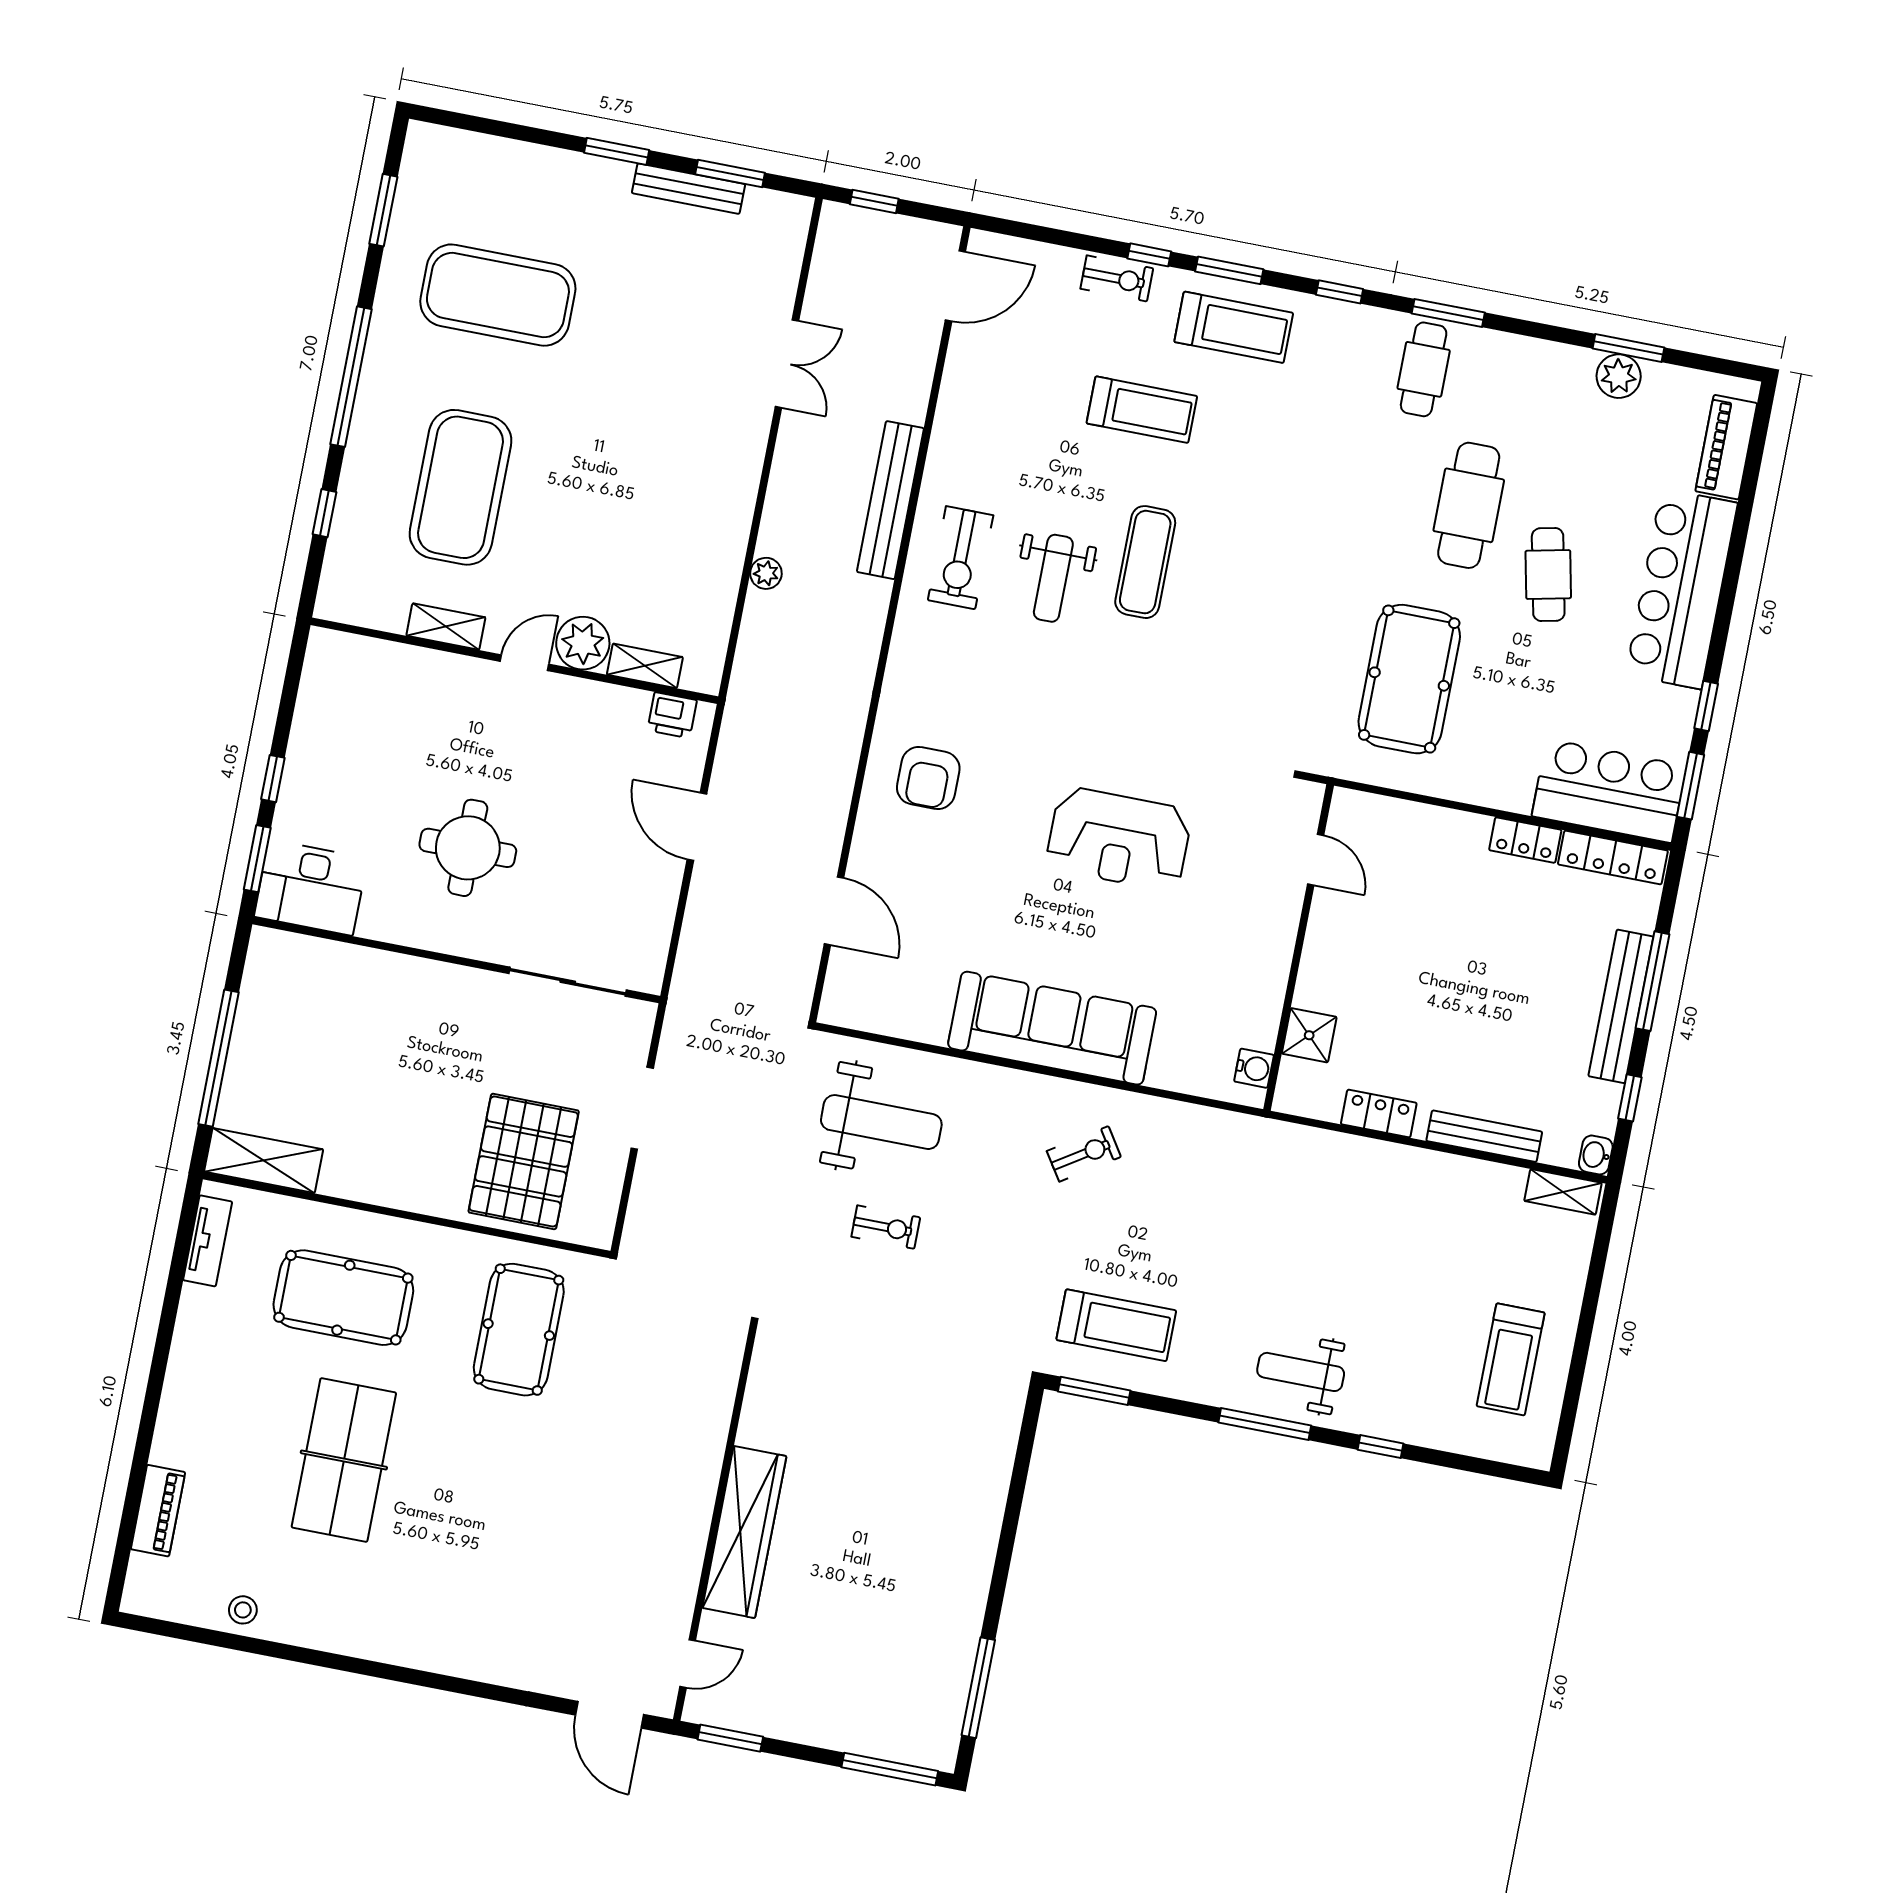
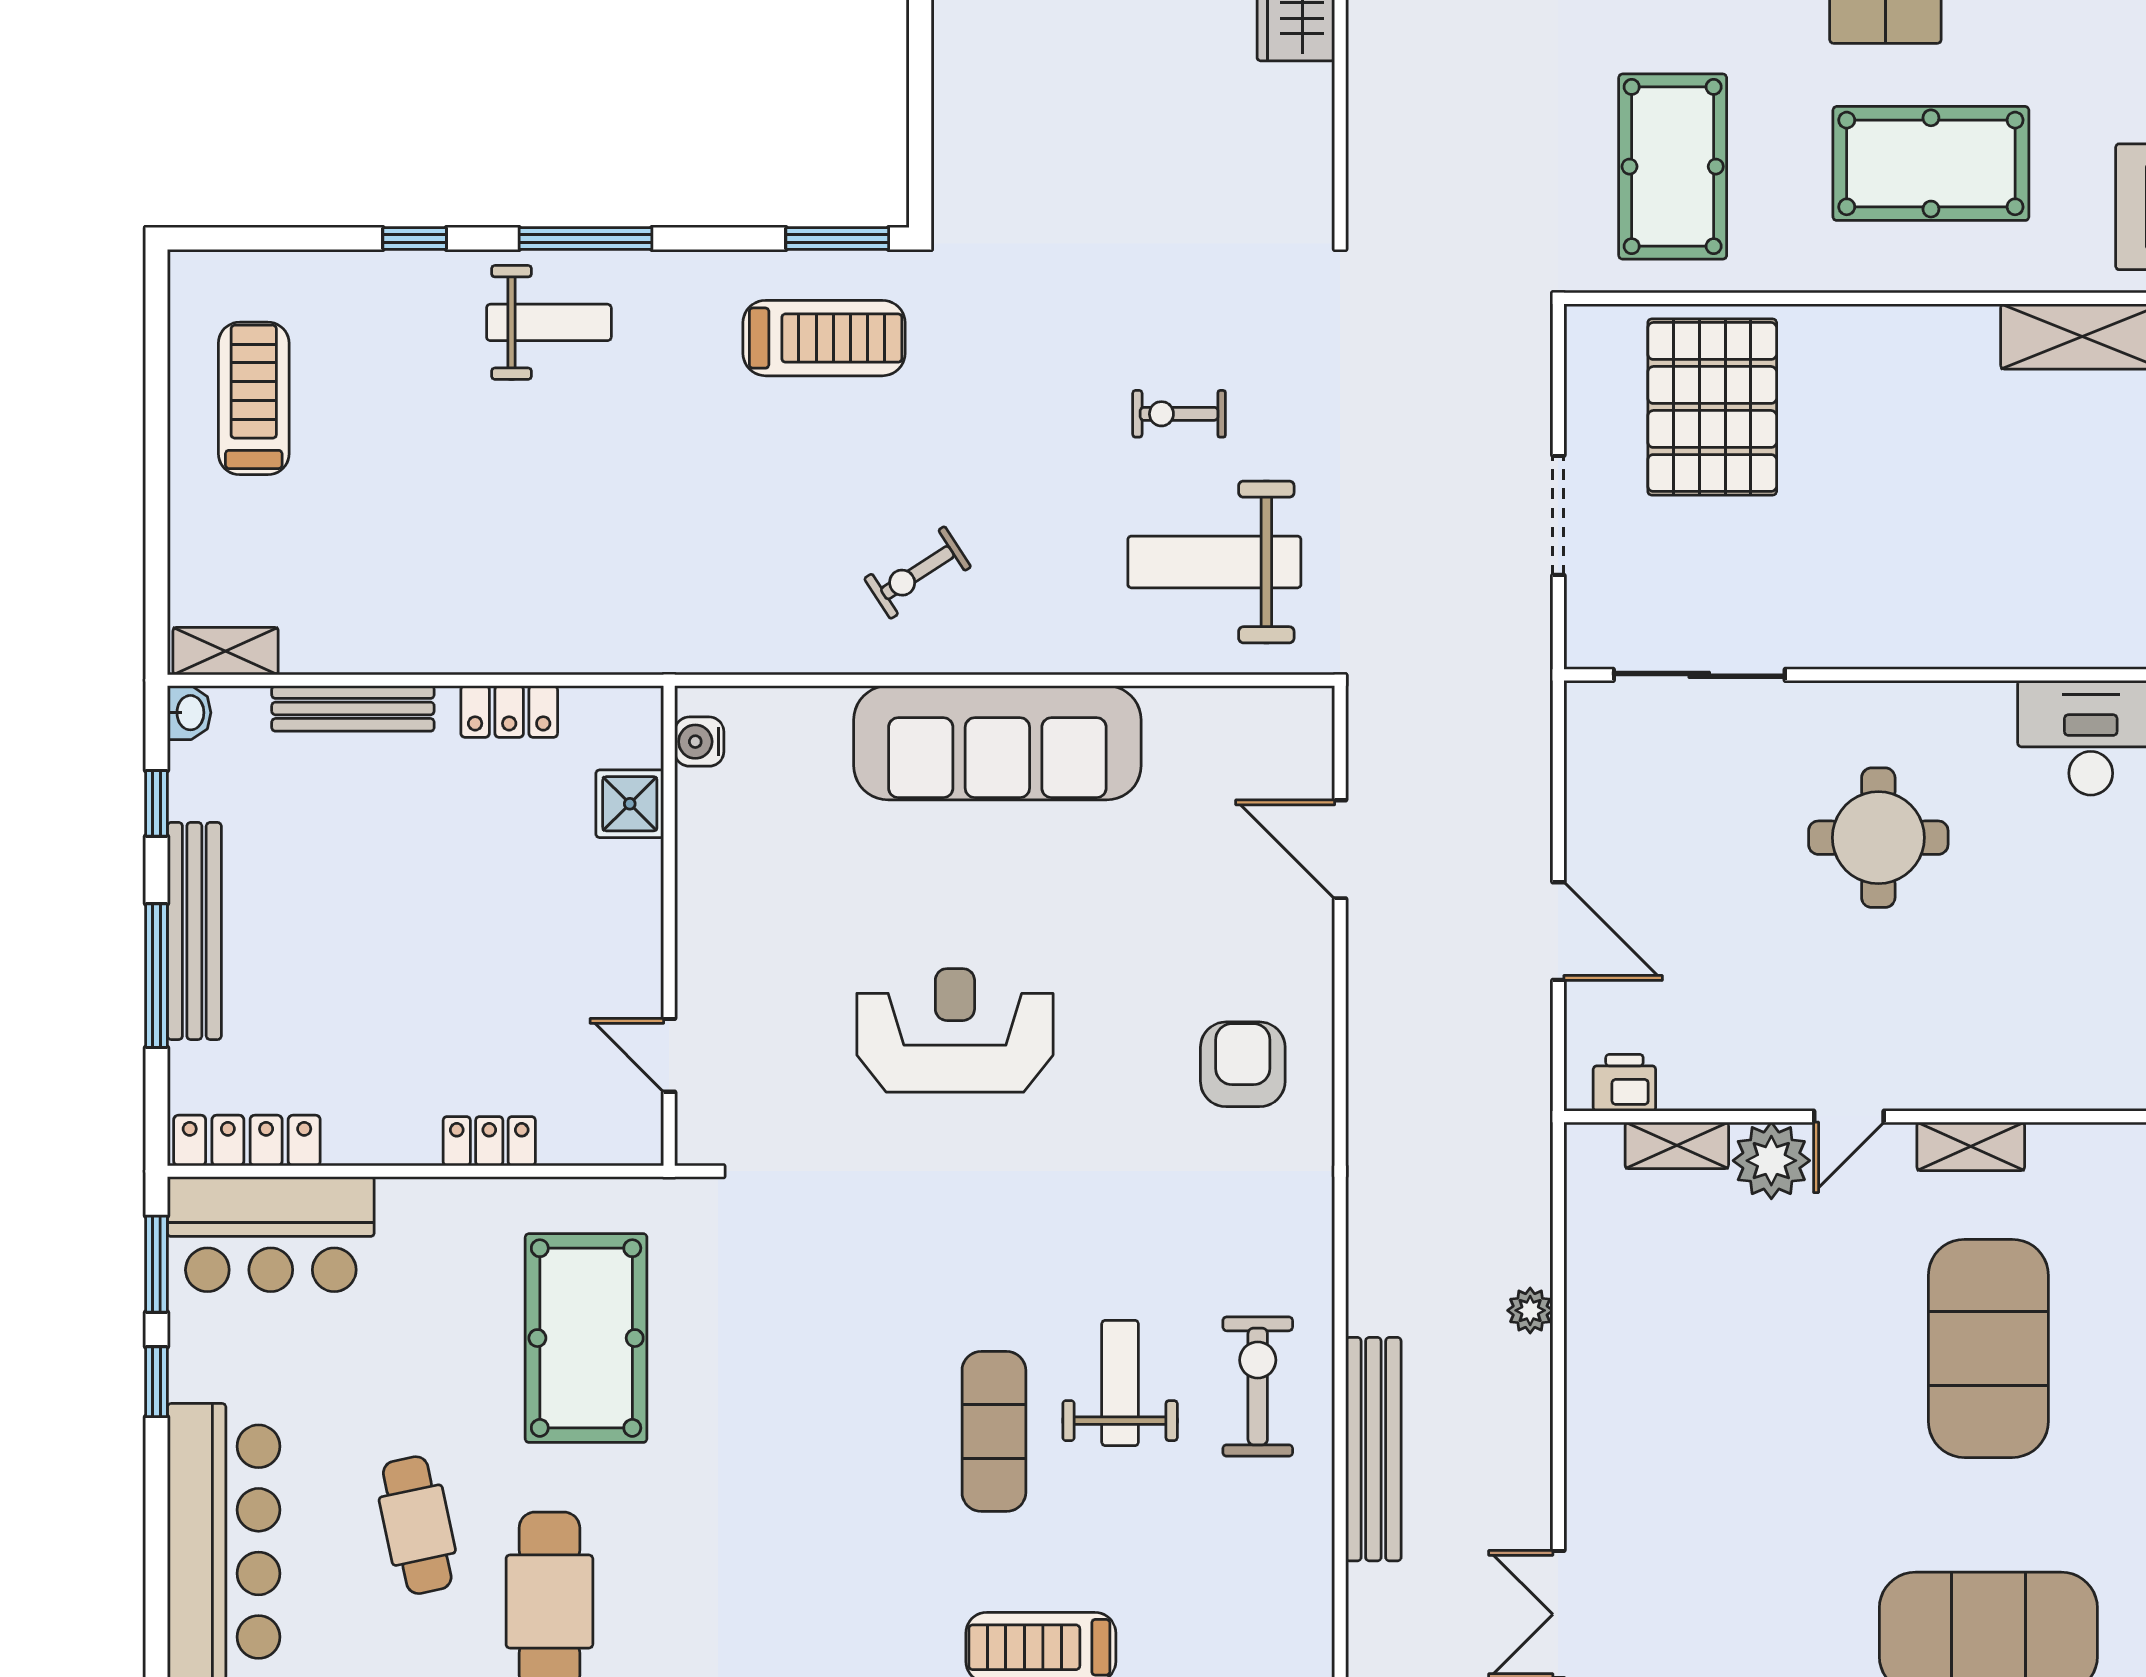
locker: (1525, 840) -> (489, 1141), moved
treadmill: (1116, 1325) -> (824, 338), turned 180

